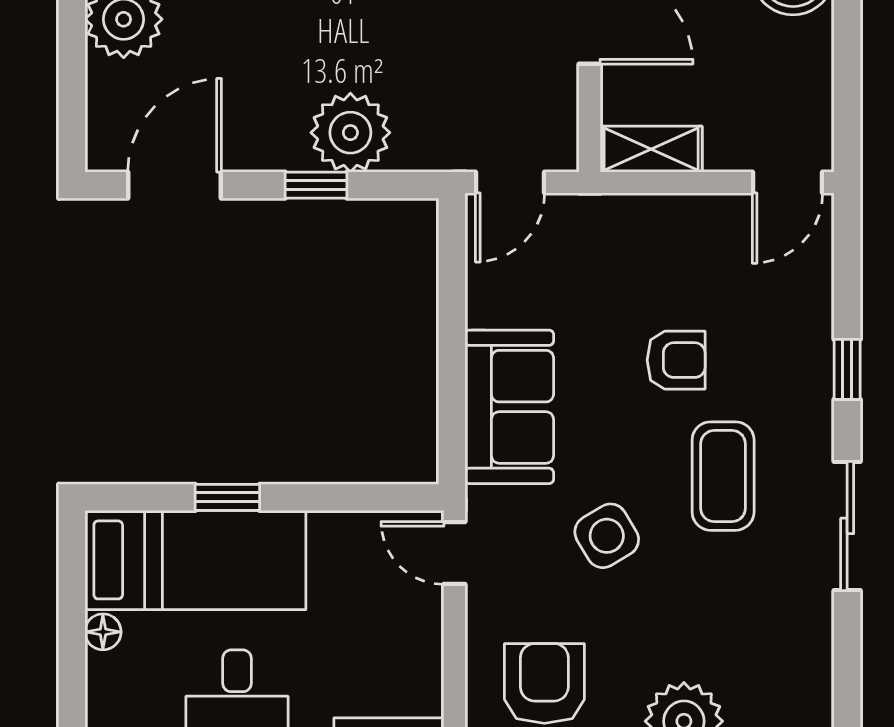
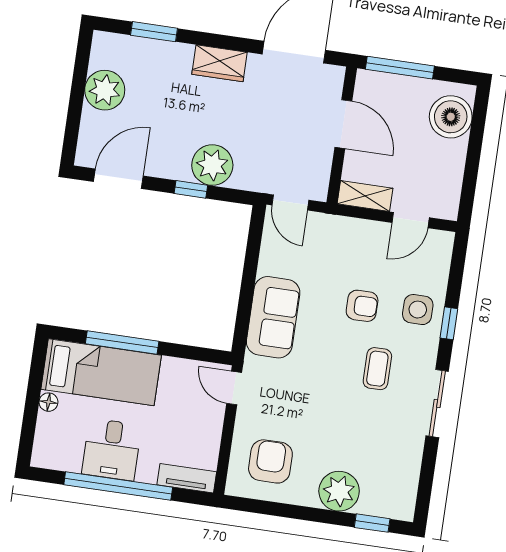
door: (510, 182) -> (290, 203), hinge flipped
door: (788, 182) -> (411, 220), moved
coffee table: (723, 476) -> (377, 369), width x0.73, depth x0.77
window: (227, 497) -> (122, 342), width x2.17
side table: (607, 536) -> (418, 310), moved, turned 31

